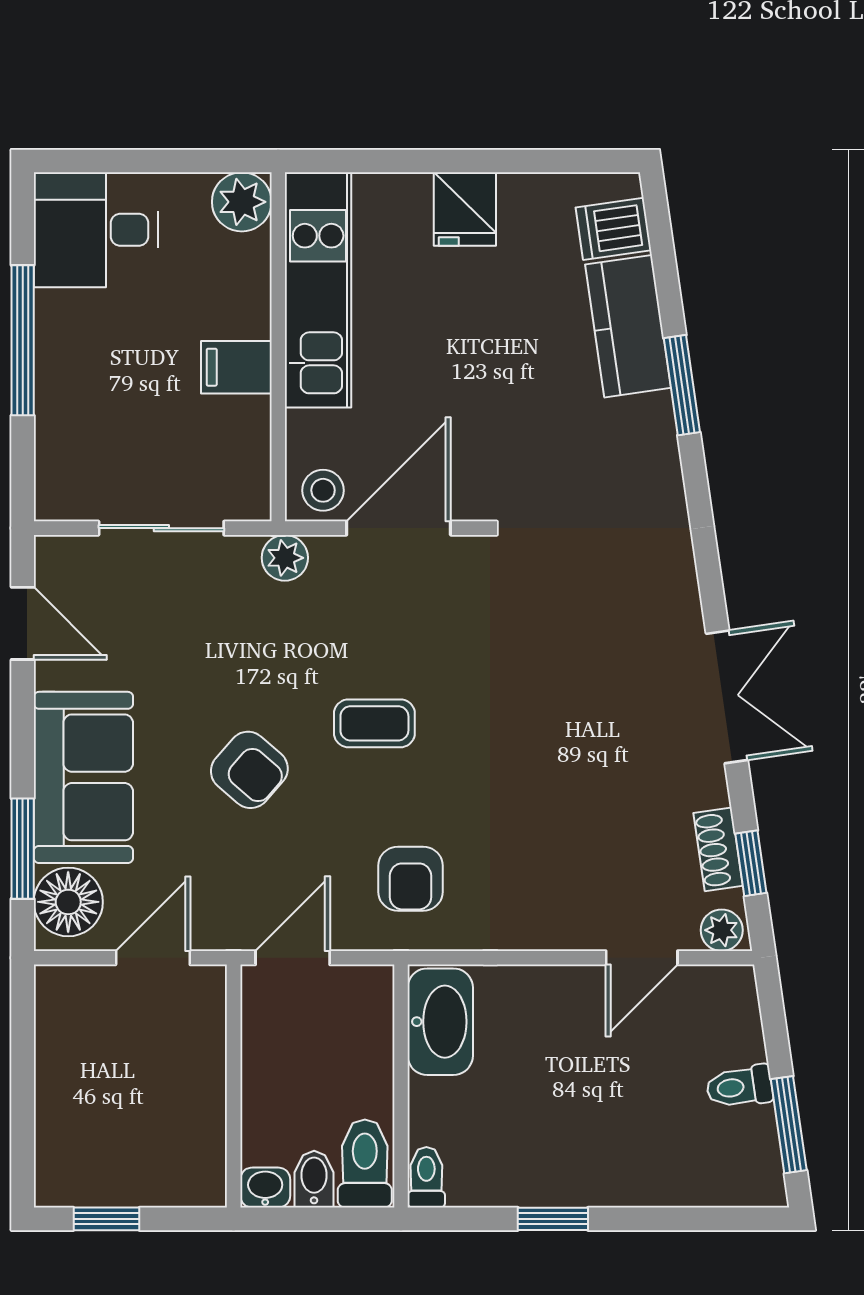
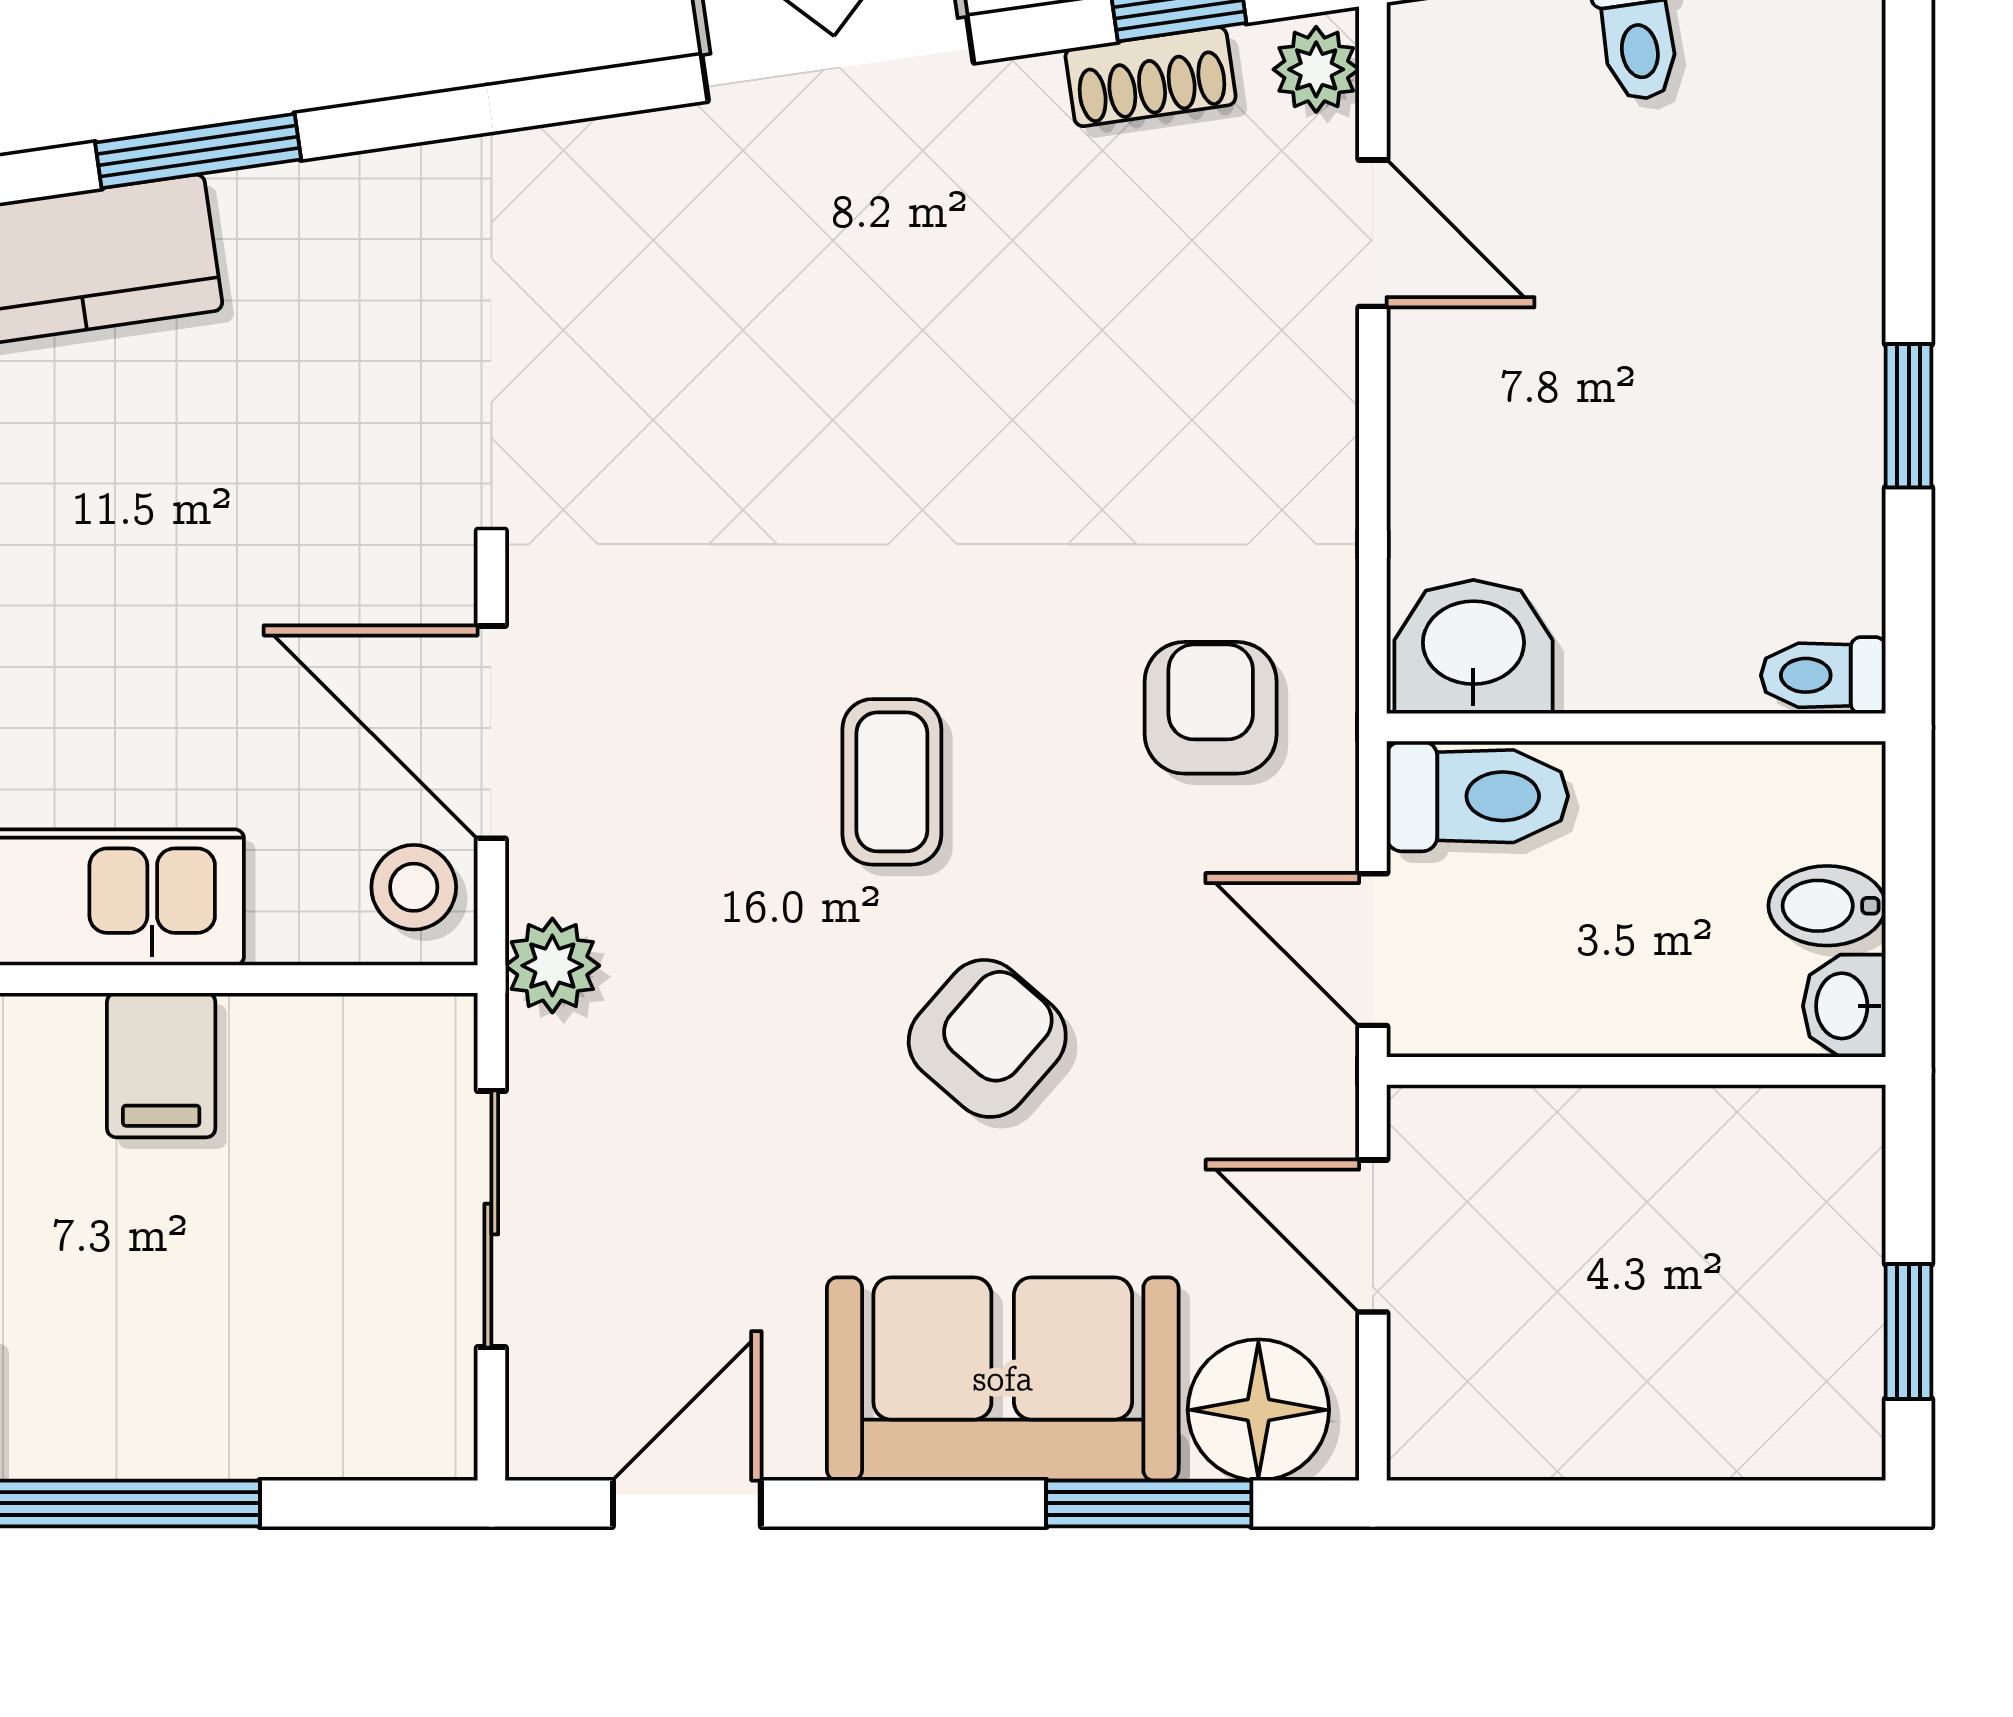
armchair: (410, 879) -> (1211, 708), turned -90
washbasin: (440, 1022) -> (1473, 647), width x0.72
toilet: (365, 1163) -> (1477, 796), moved, turned 180

